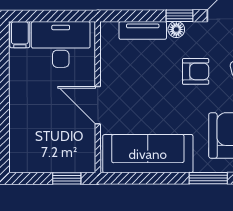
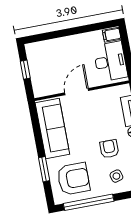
armchair: (196, 71) -> (109, 149), turned 180
window: (67, 178) -> (25, 70), moved

